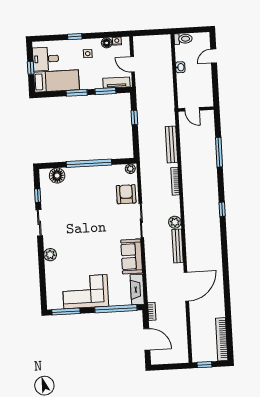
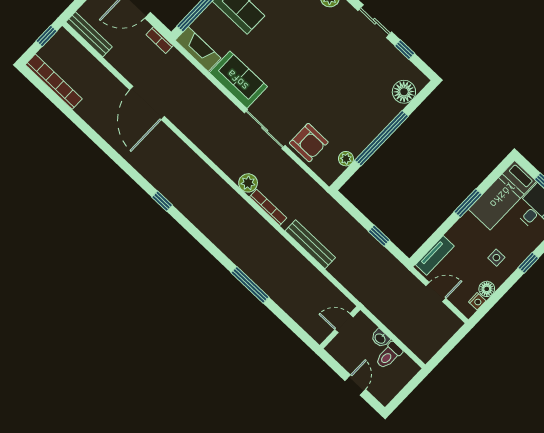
toilet: (183, 39) -> (389, 355), moved
window: (105, 91) -> (438, 235), removed
door: (192, 109) -> (344, 323), moved
wall: (196, 109) -> (340, 327), moved
plant: (130, 169) -> (346, 159), moved
window: (222, 209) -> (162, 201), moved
plant: (175, 222) -> (248, 183), moved
bench: (178, 246) -> (89, 34), moved

